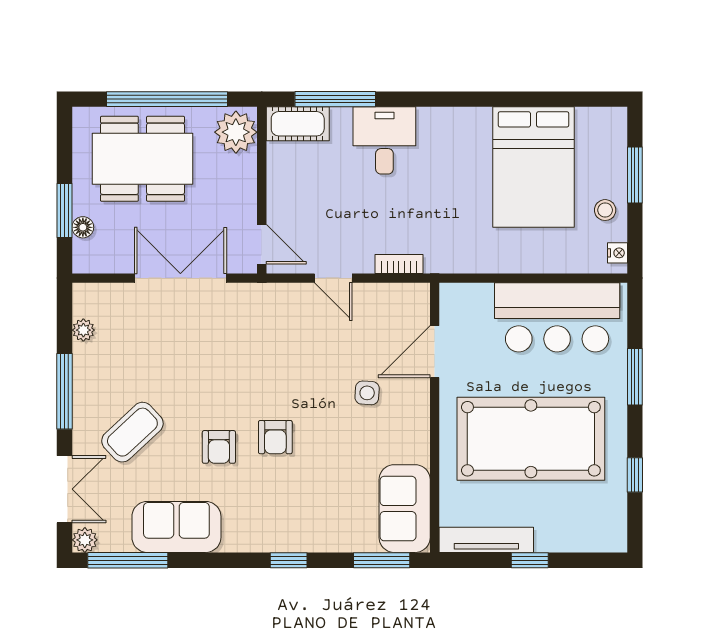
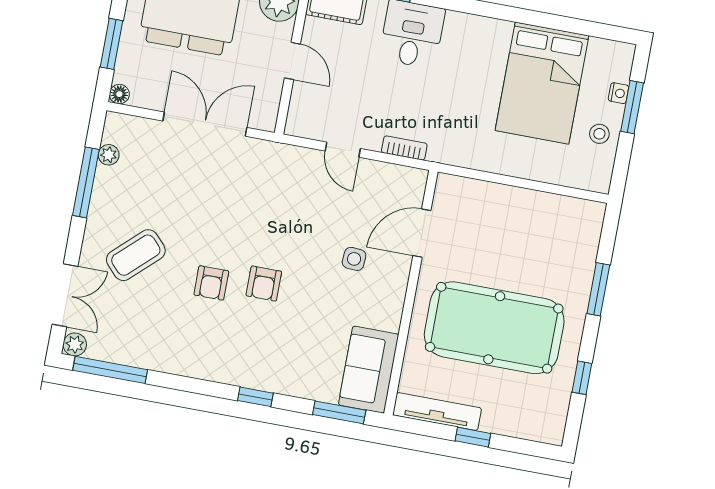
floor lamp: (83, 227) -> (119, 94), moved
door: (262, 244) -> (292, 61), moved
nightstand: (617, 253) -> (618, 93), moved
bar counter: (557, 317) -> (538, 223), removed
window: (65, 391) -> (86, 182), moved
sofa: (176, 527) -> (160, 348), removed

